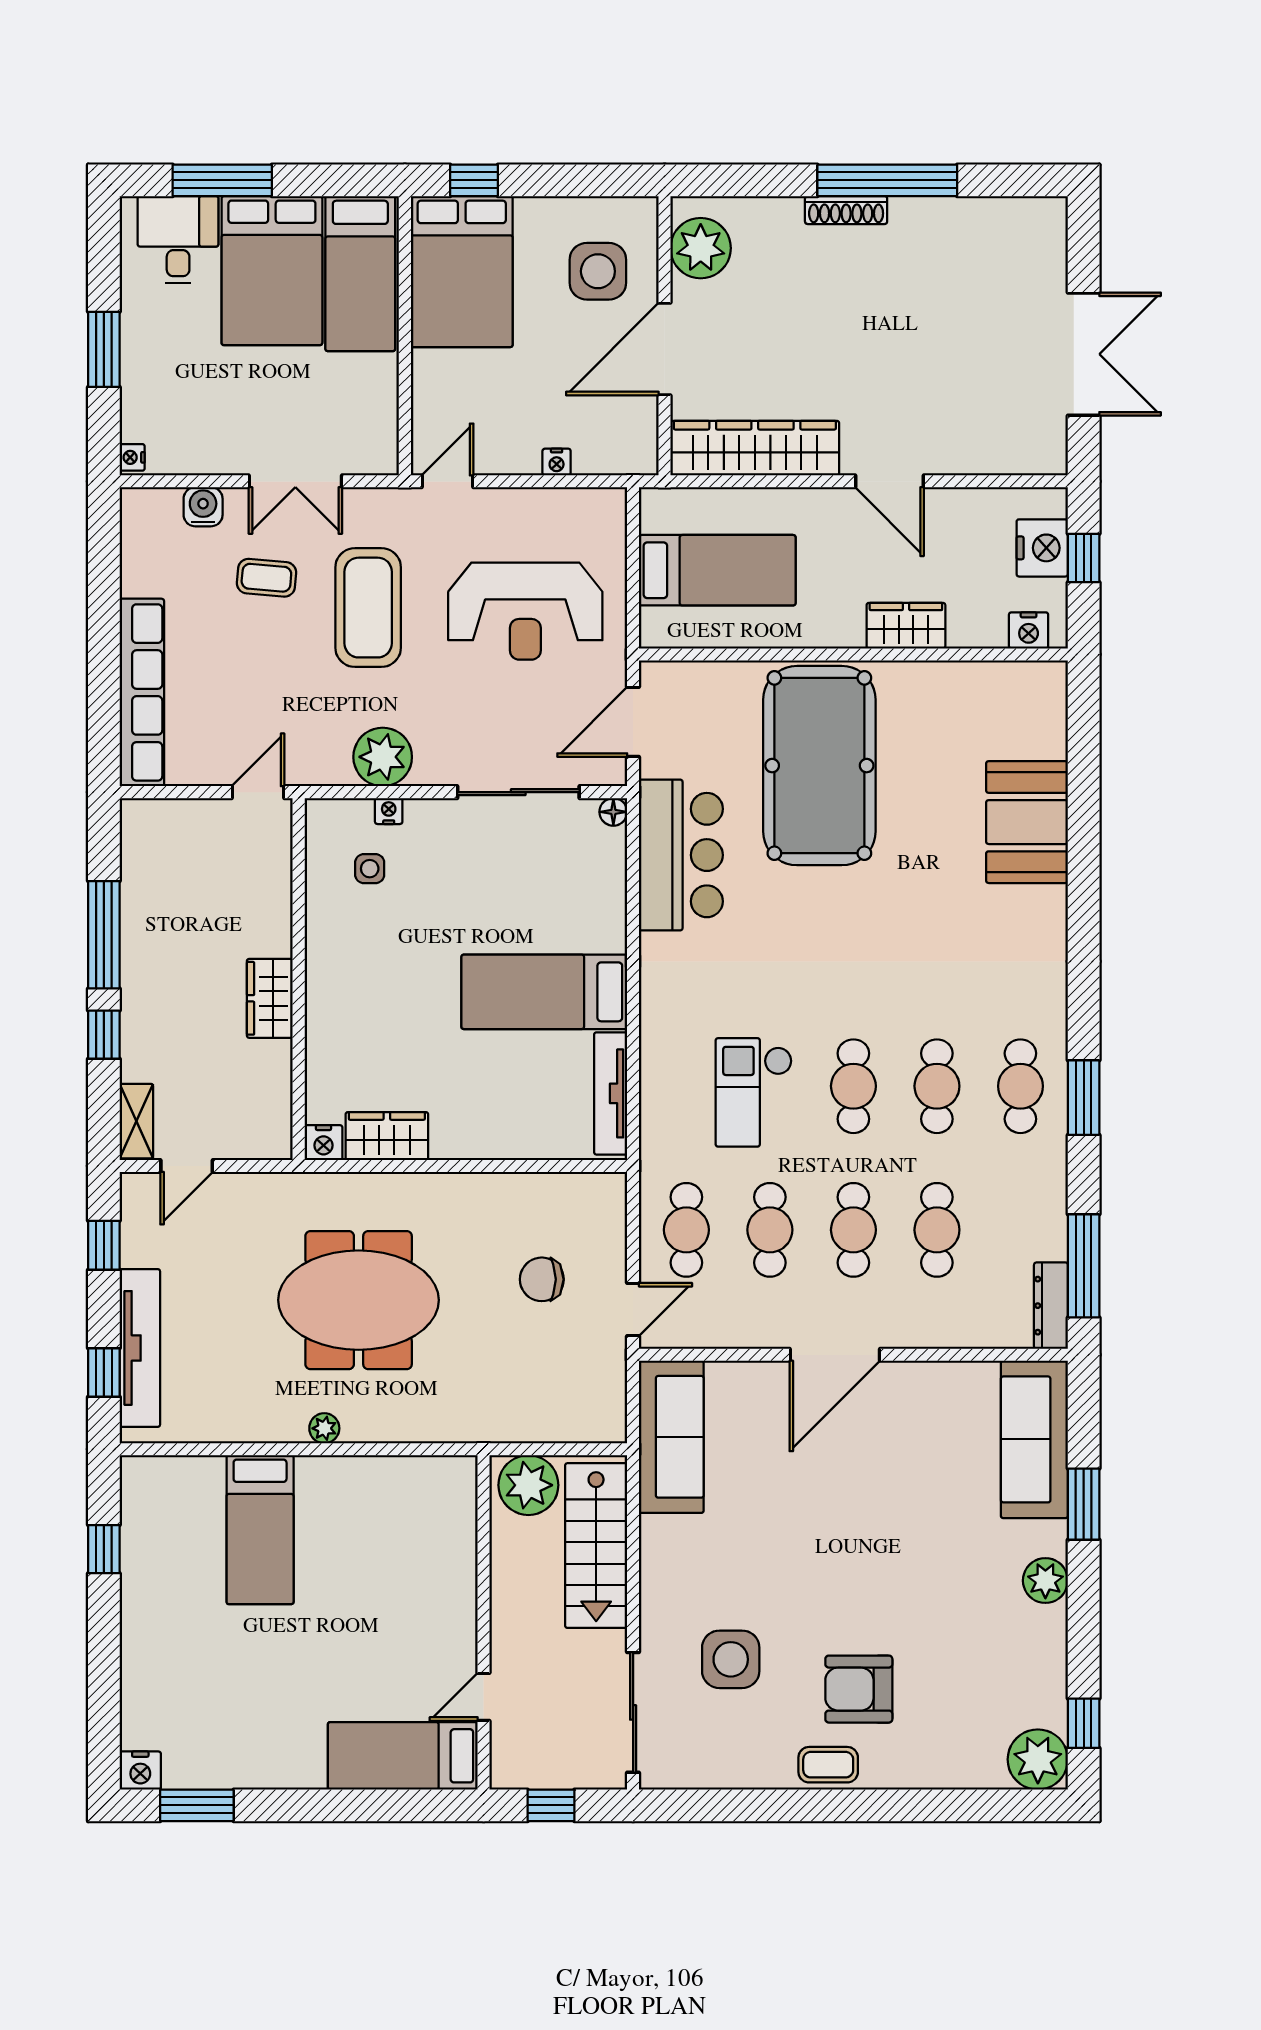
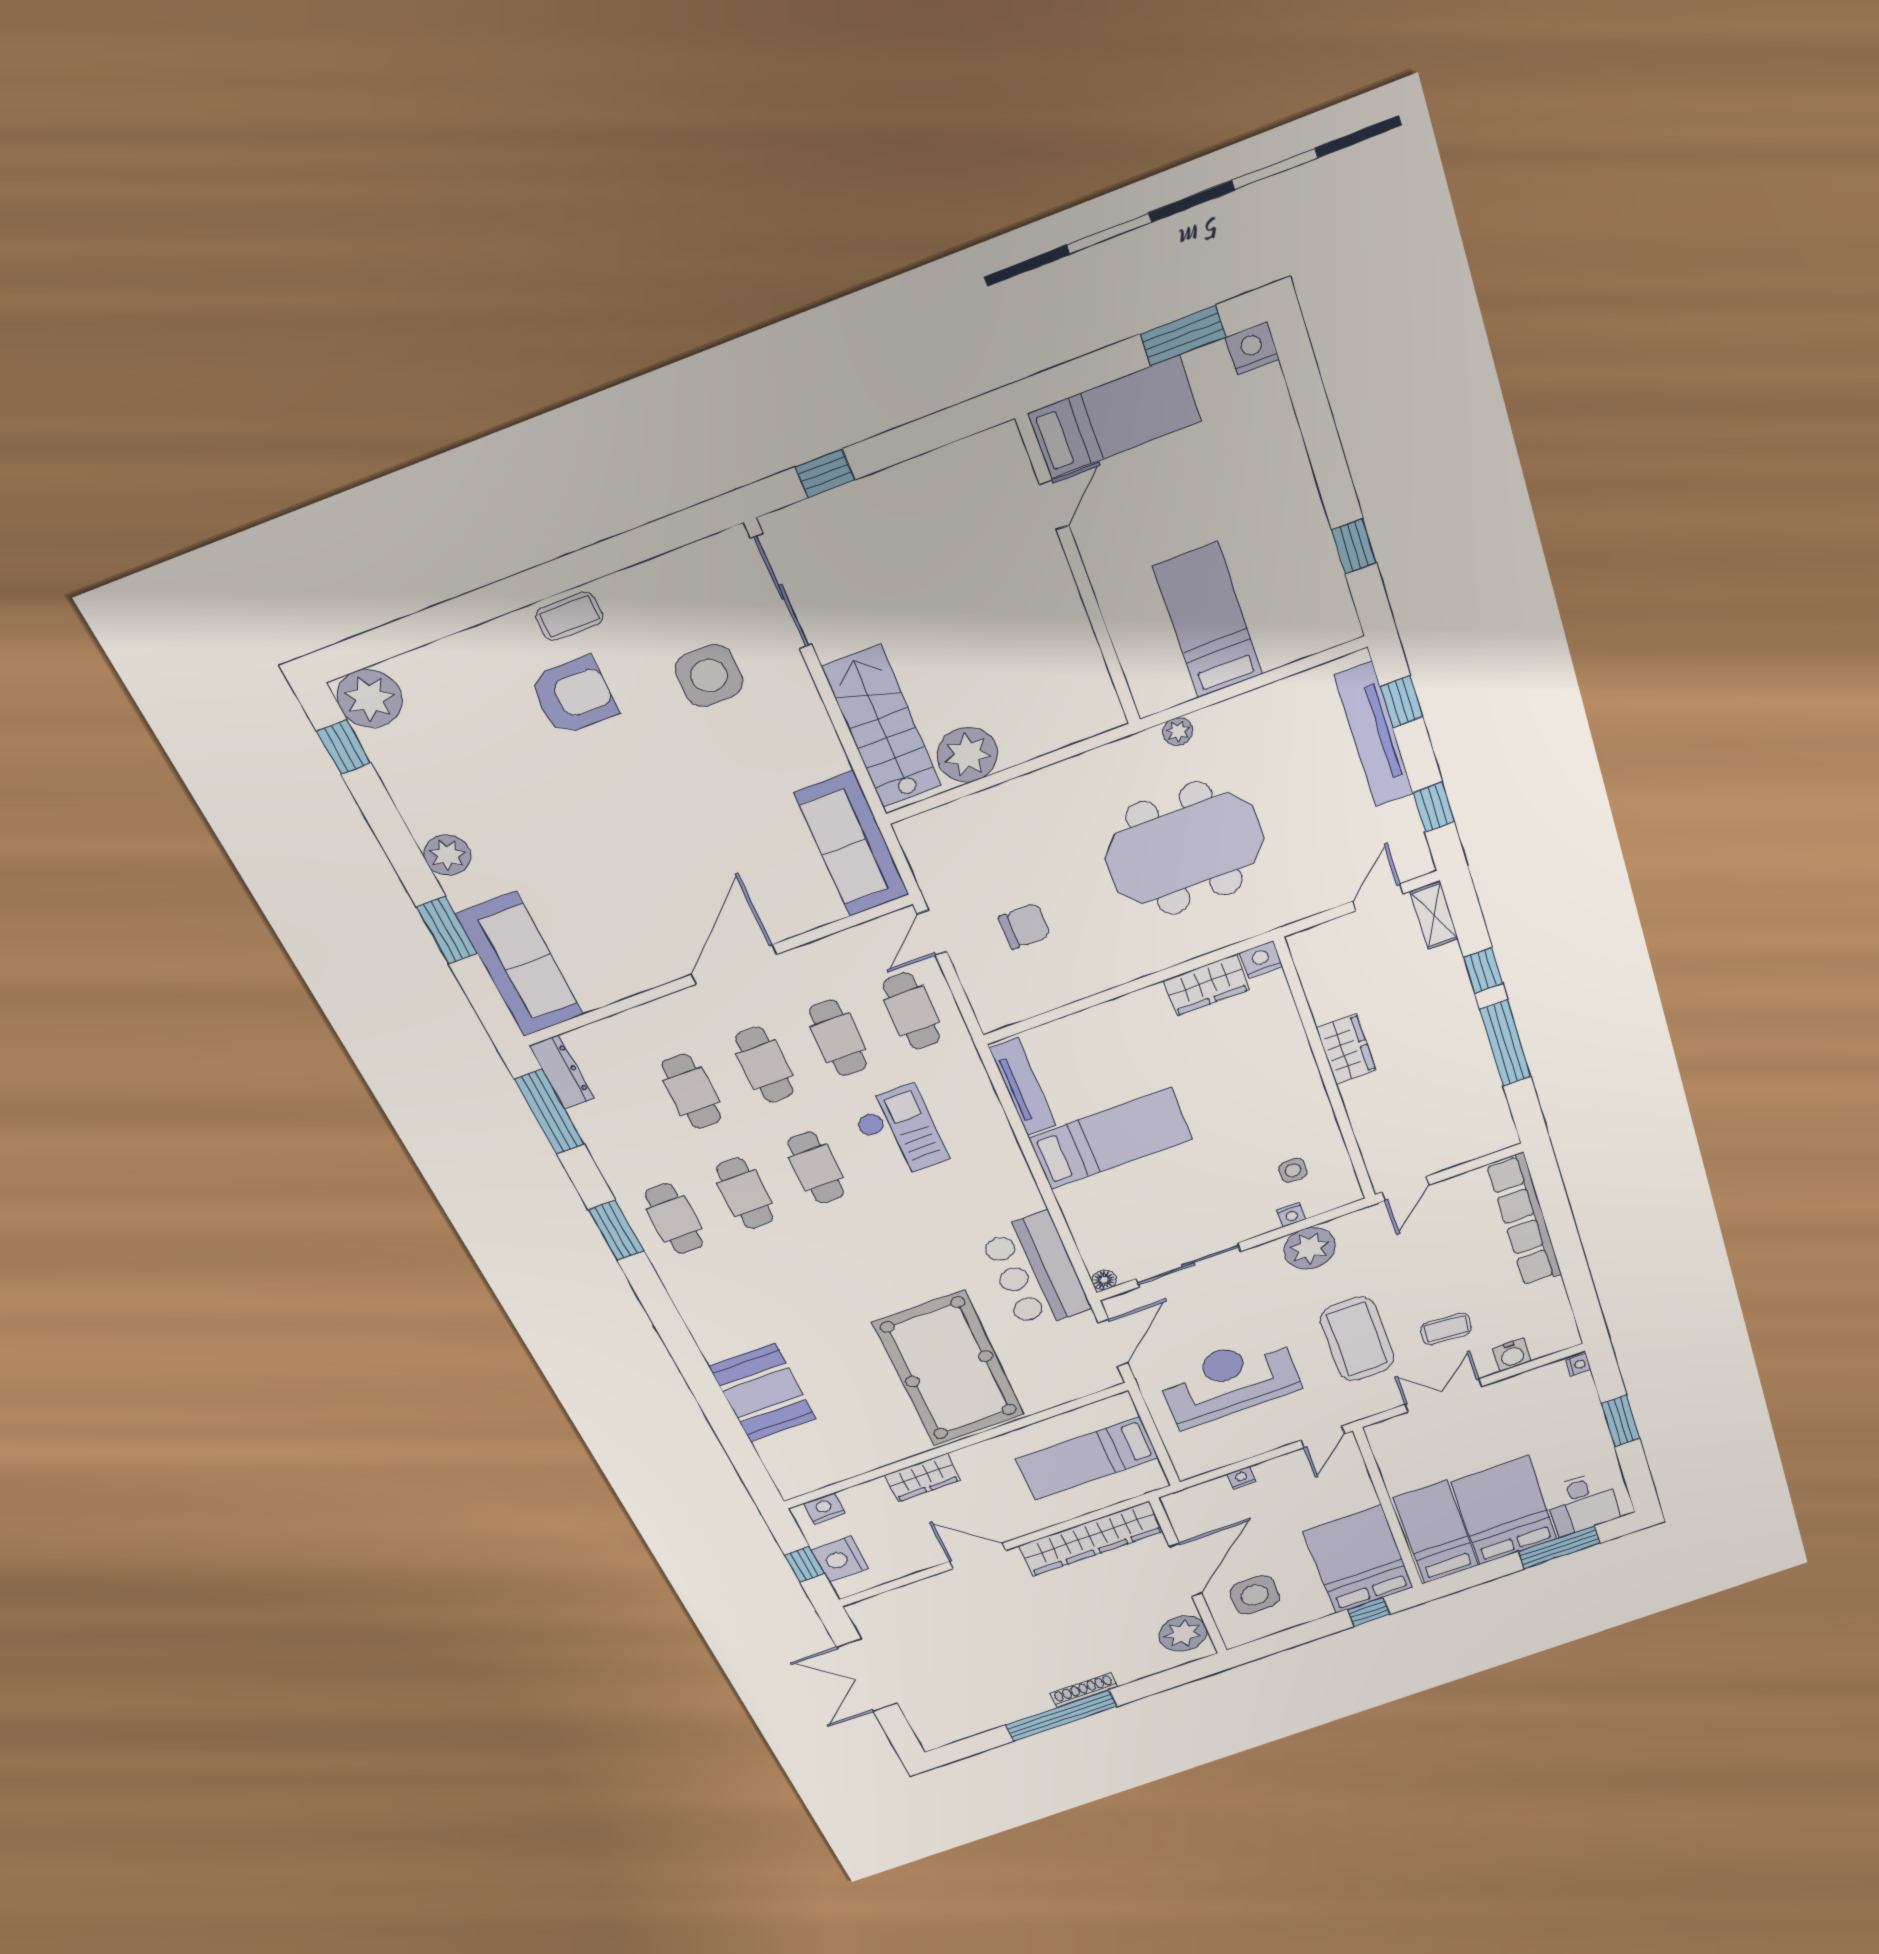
wall: (484, 1622) -> (1080, 574), moved
door: (484, 1697) -> (1054, 505), moved
bed: (403, 1756) -> (1115, 417), moved

